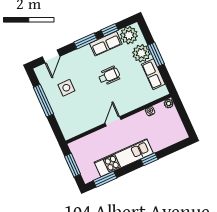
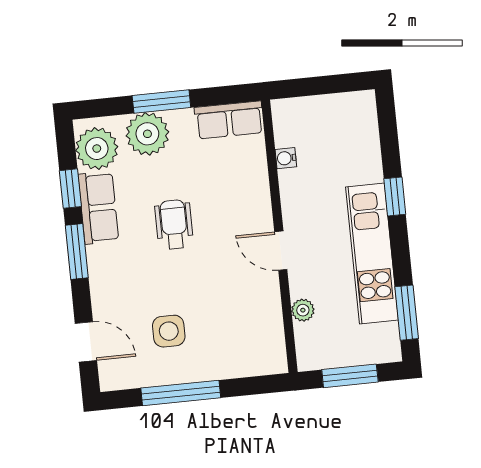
row of seats: (153, 74) -> (229, 120), moved
plant: (169, 103) -> (303, 310), moved

